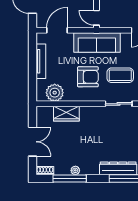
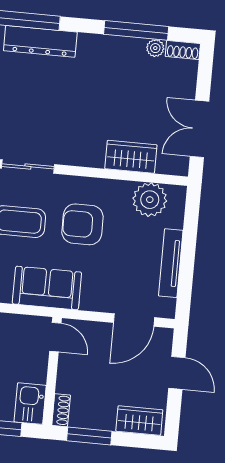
sofa: (97, 43) -> (47, 288), width x0.73
double door: (33, 142) -> (200, 129), moved
plant: (75, 170) -> (155, 48), moved

